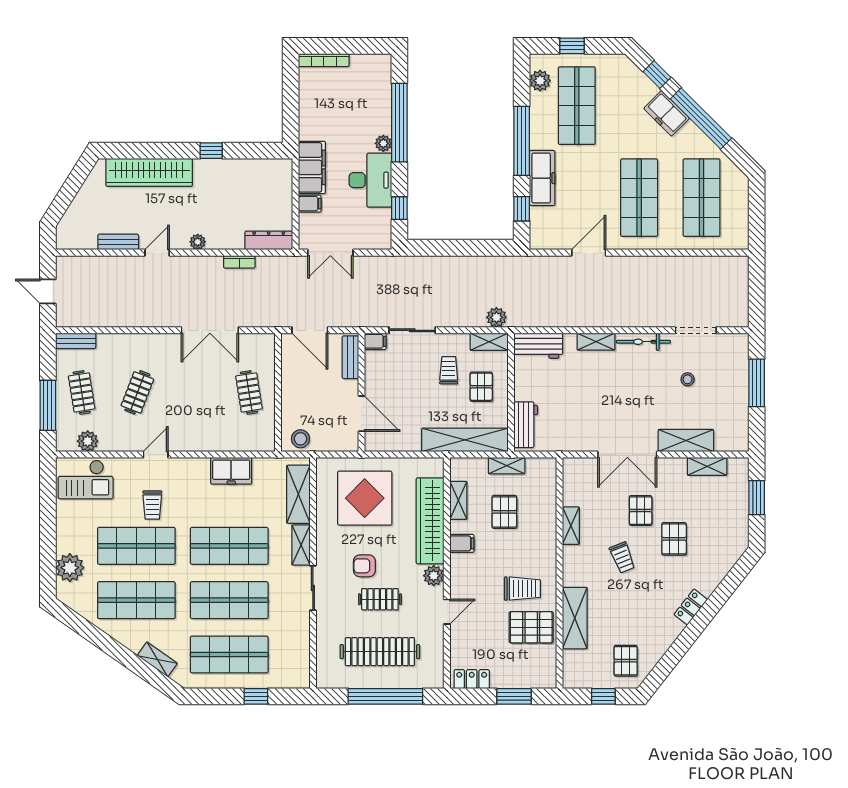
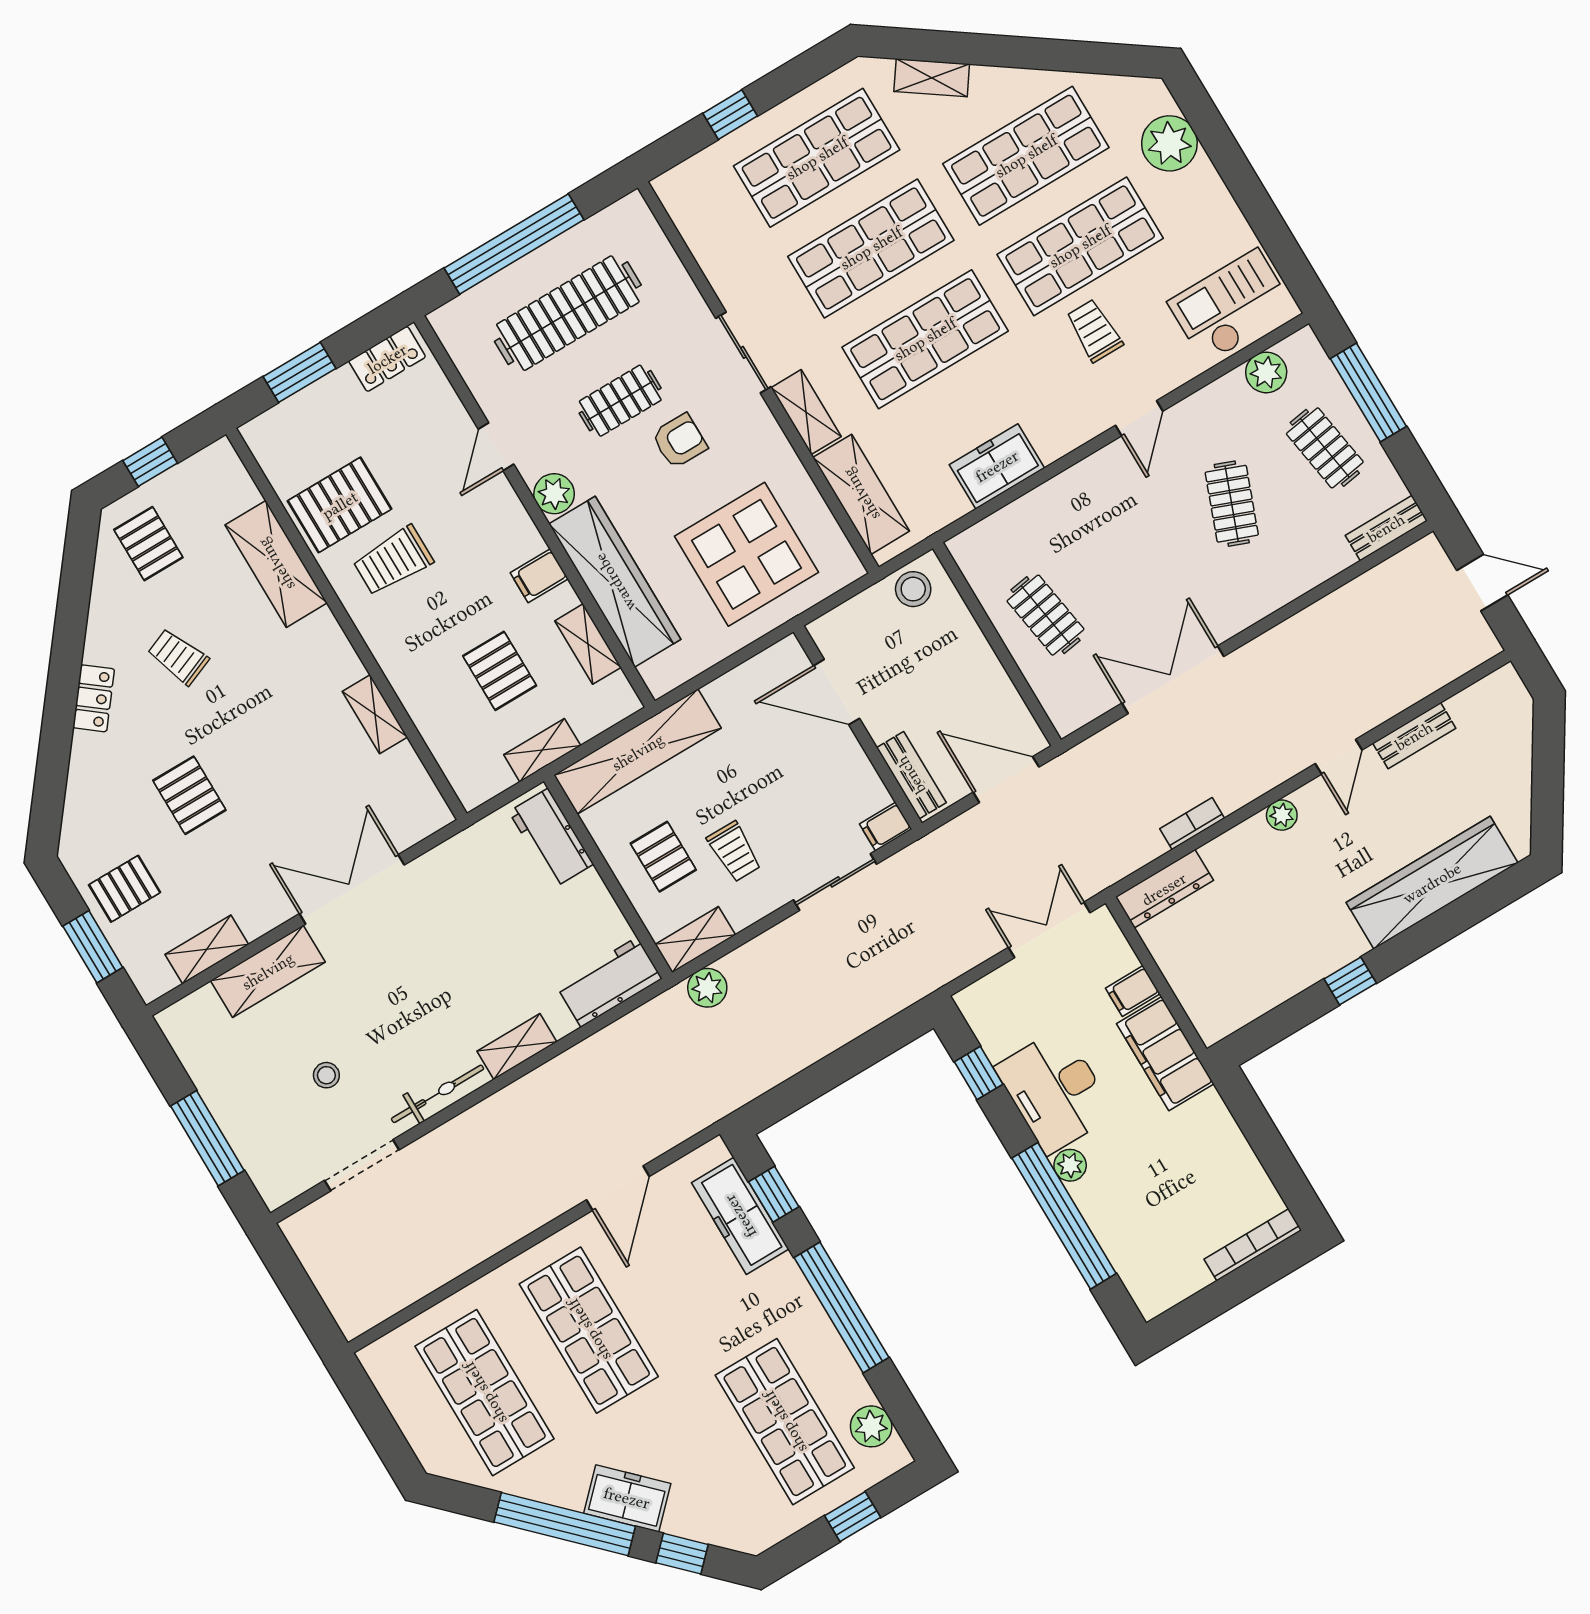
freezer: (542, 178) -> (740, 1216), moved
pallet: (641, 511) -> (125, 889), moved, turned 90
trolley: (622, 557) -> (178, 657), moved

